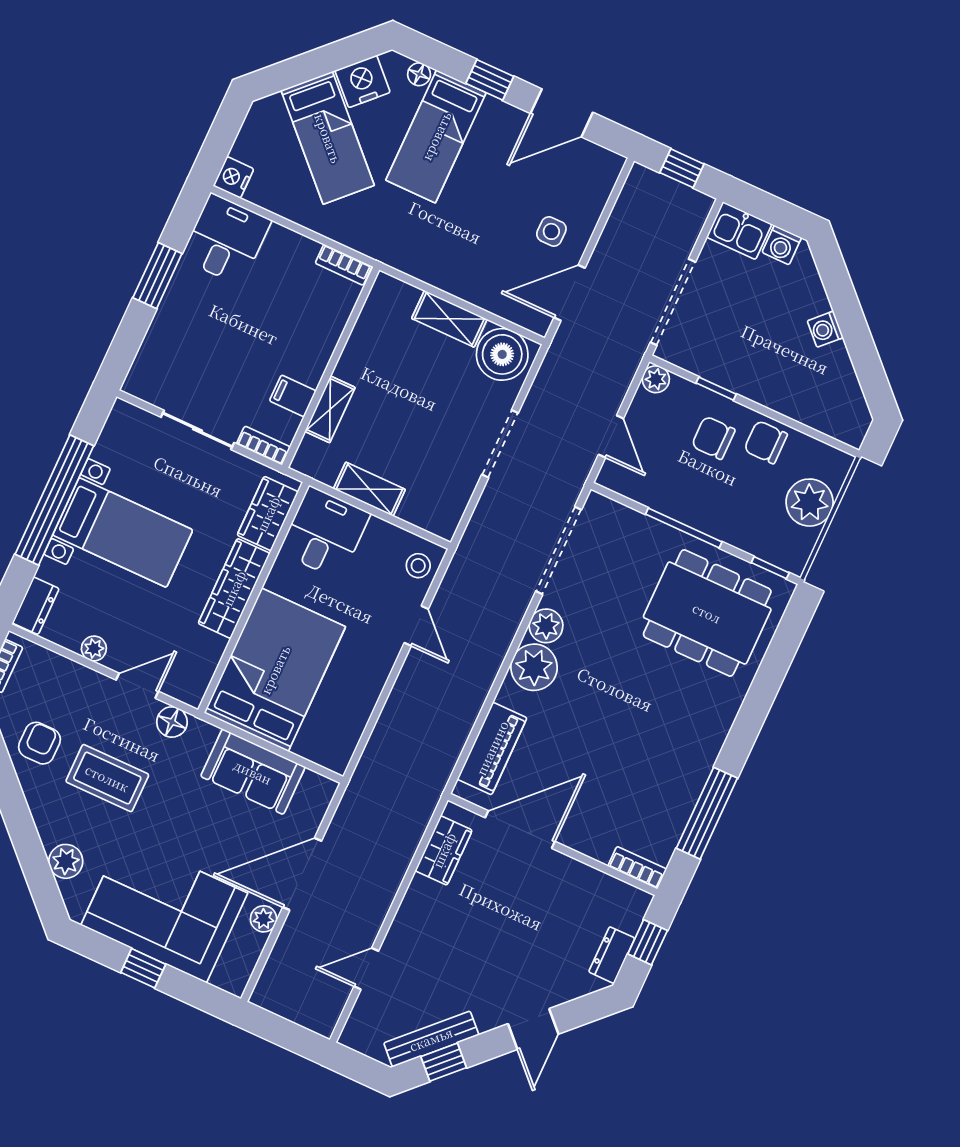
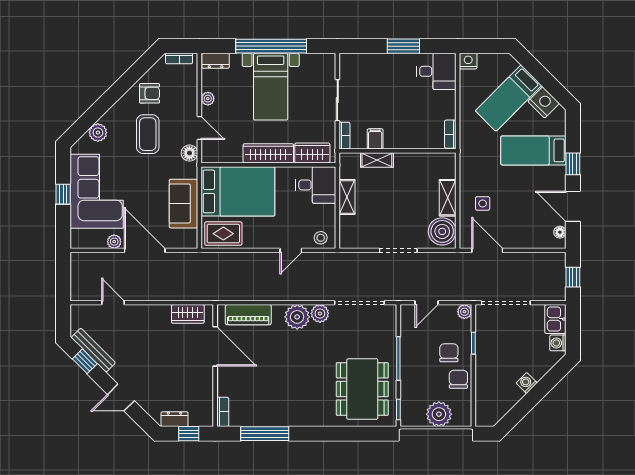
floor lamp: (419, 74) -> (560, 232), moved
side table: (551, 231) -> (483, 203), moved
rug: (335, 727) -> (223, 234), added

